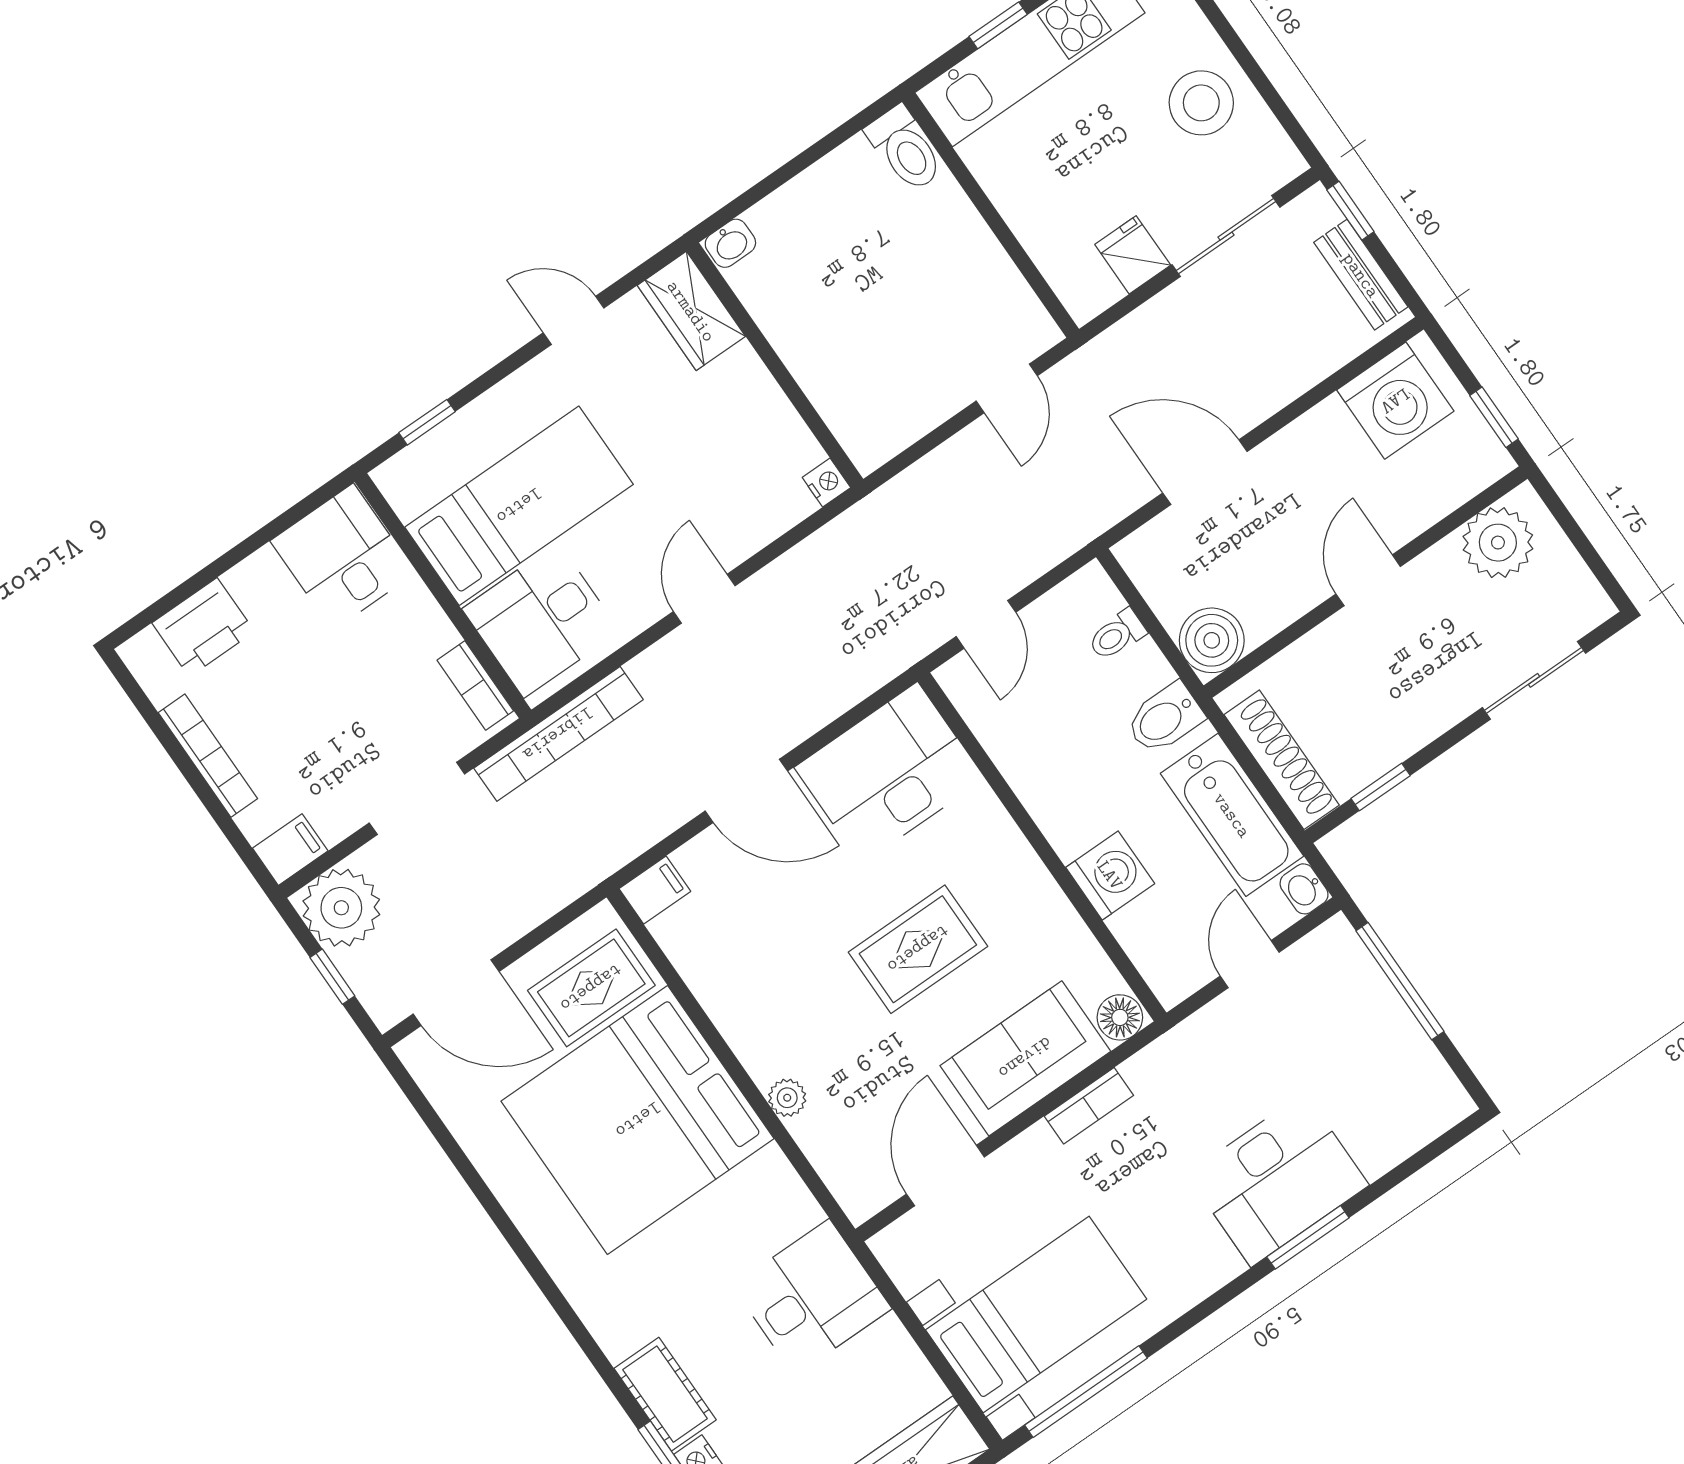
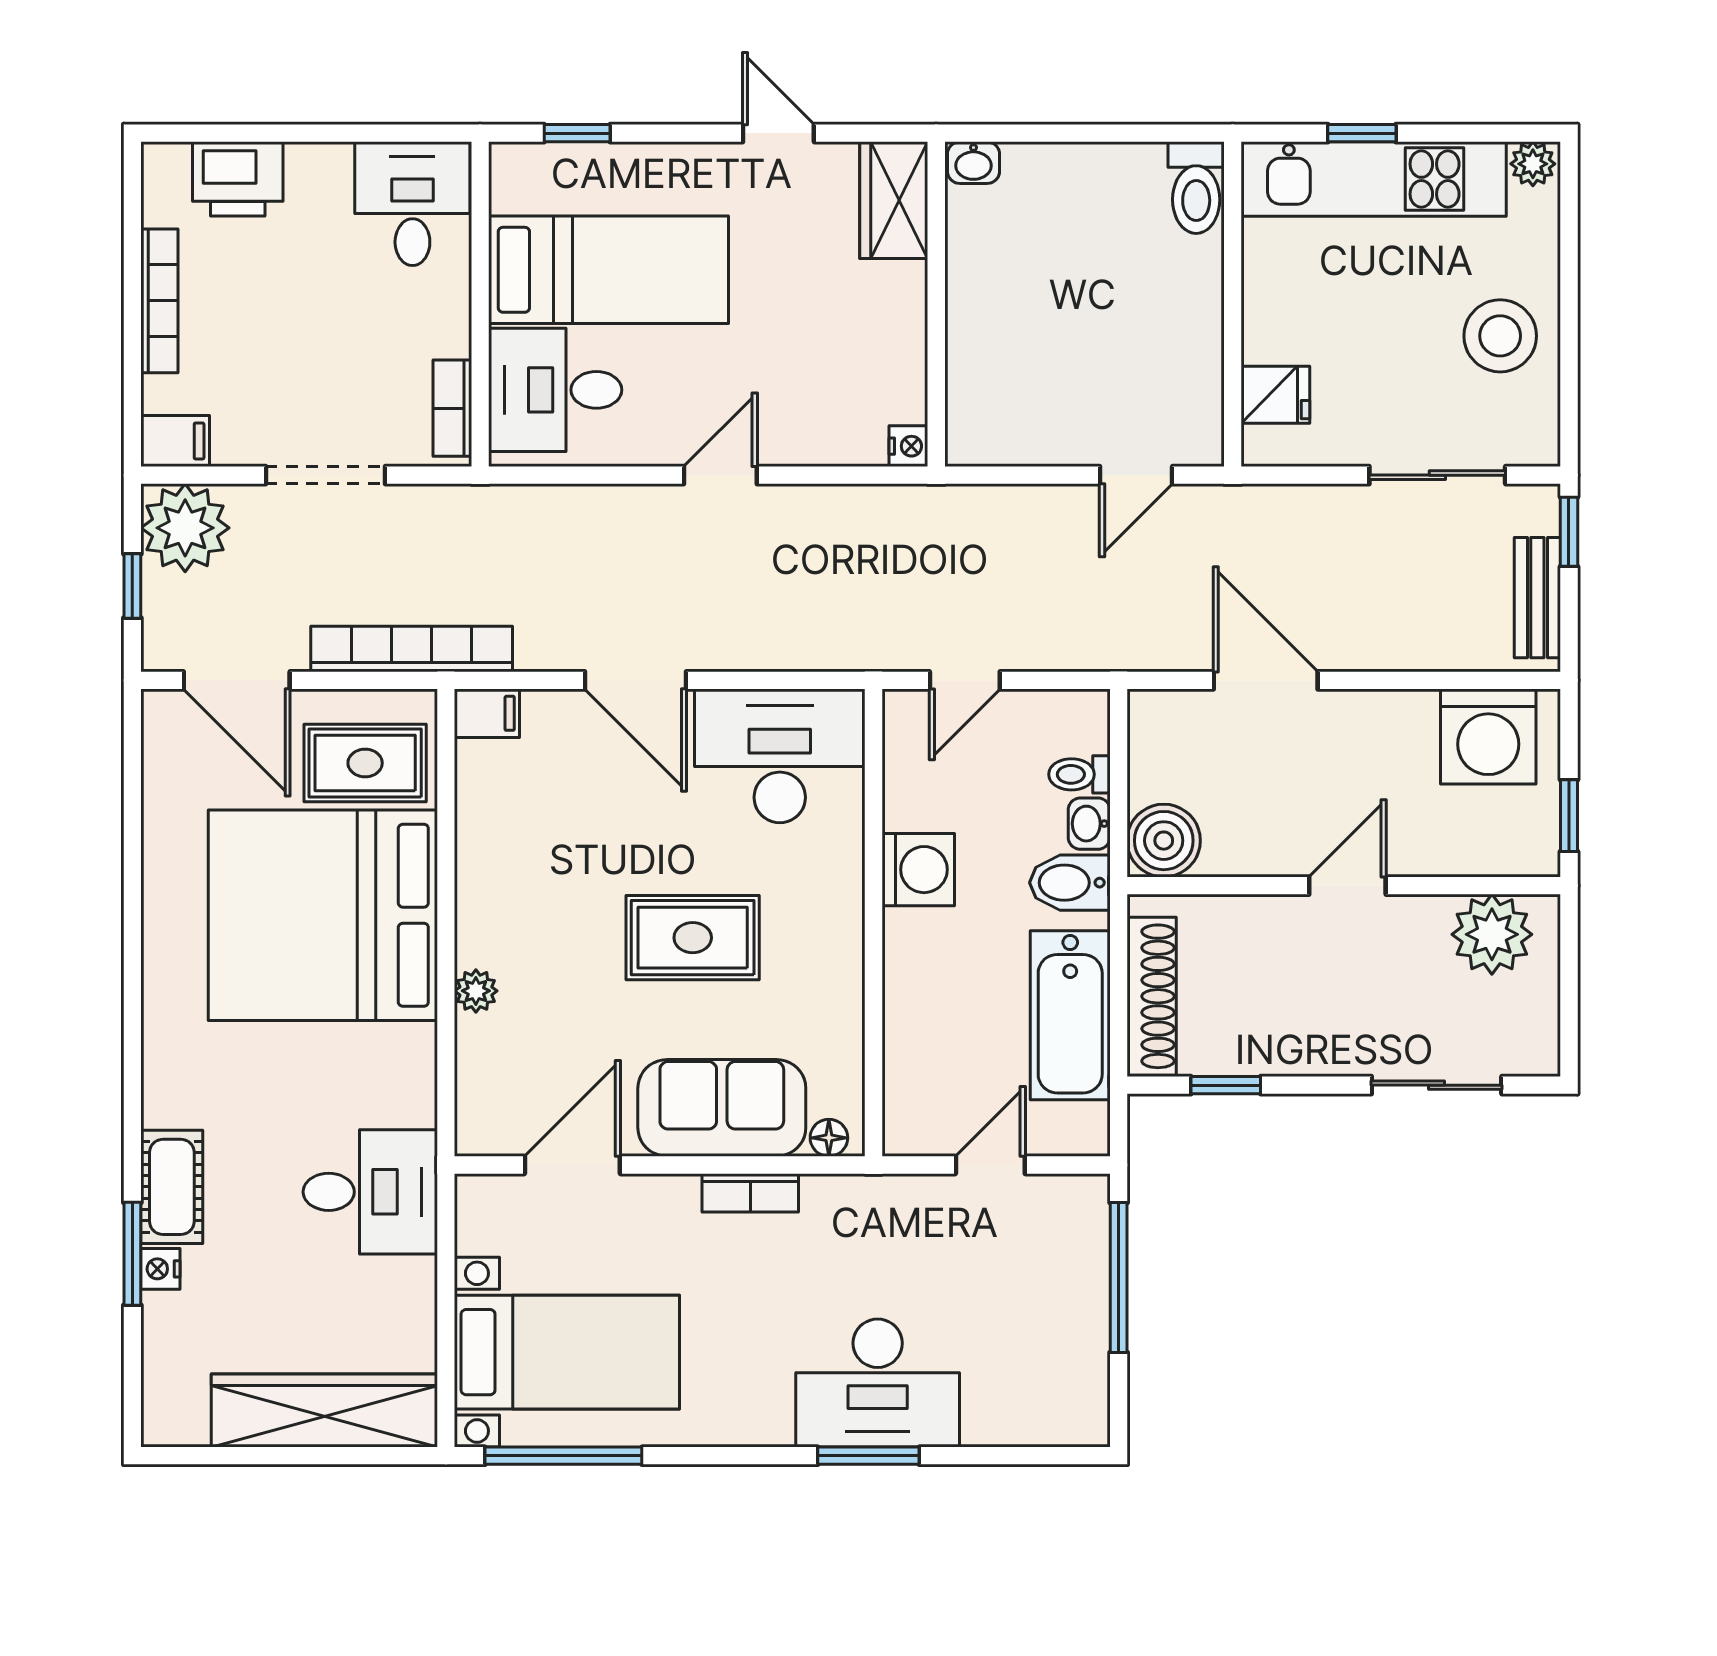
fridge: (1133, 255) -> (1275, 395), moved, turned 90
bookcase: (558, 734) -> (412, 649), moved, turned 180
washing machine: (1110, 875) -> (918, 870), moved
washbasin: (1304, 889) -> (1089, 824), moved
floor lamp: (1120, 1017) -> (829, 1138), width x0.73, depth x0.73

